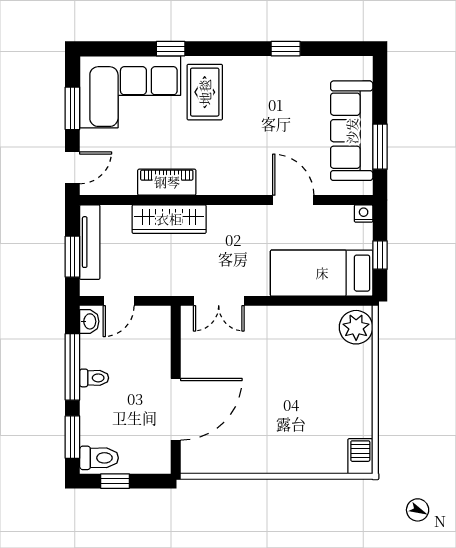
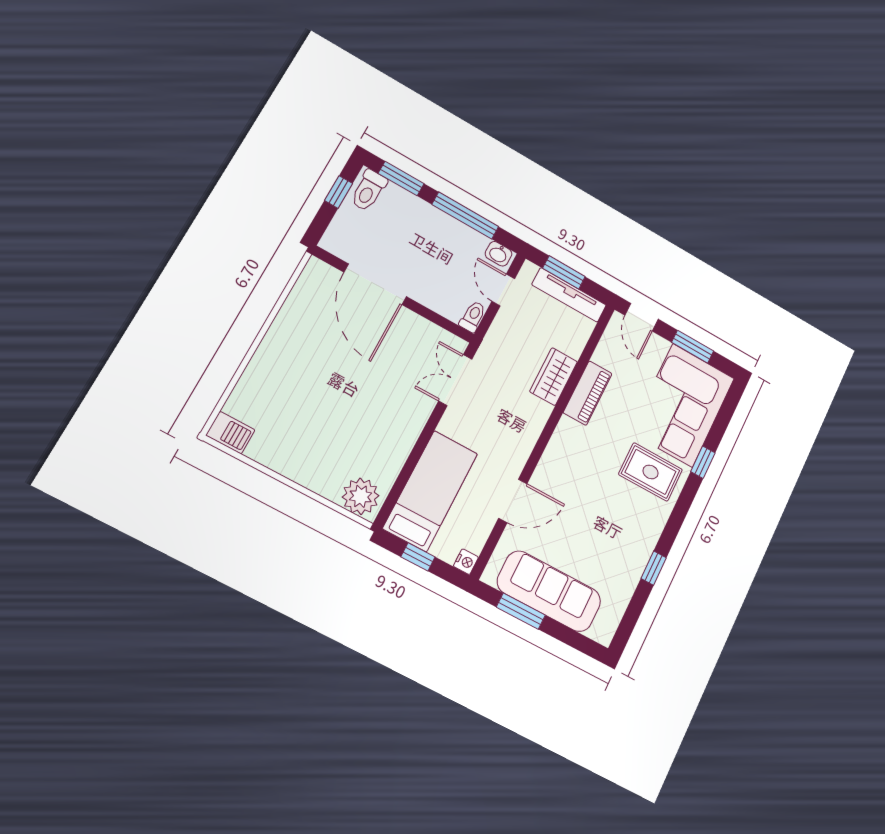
wardrobe: (169, 219) -> (554, 377), width x0.67
toilet: (94, 378) -> (473, 317), moved, turned 180

